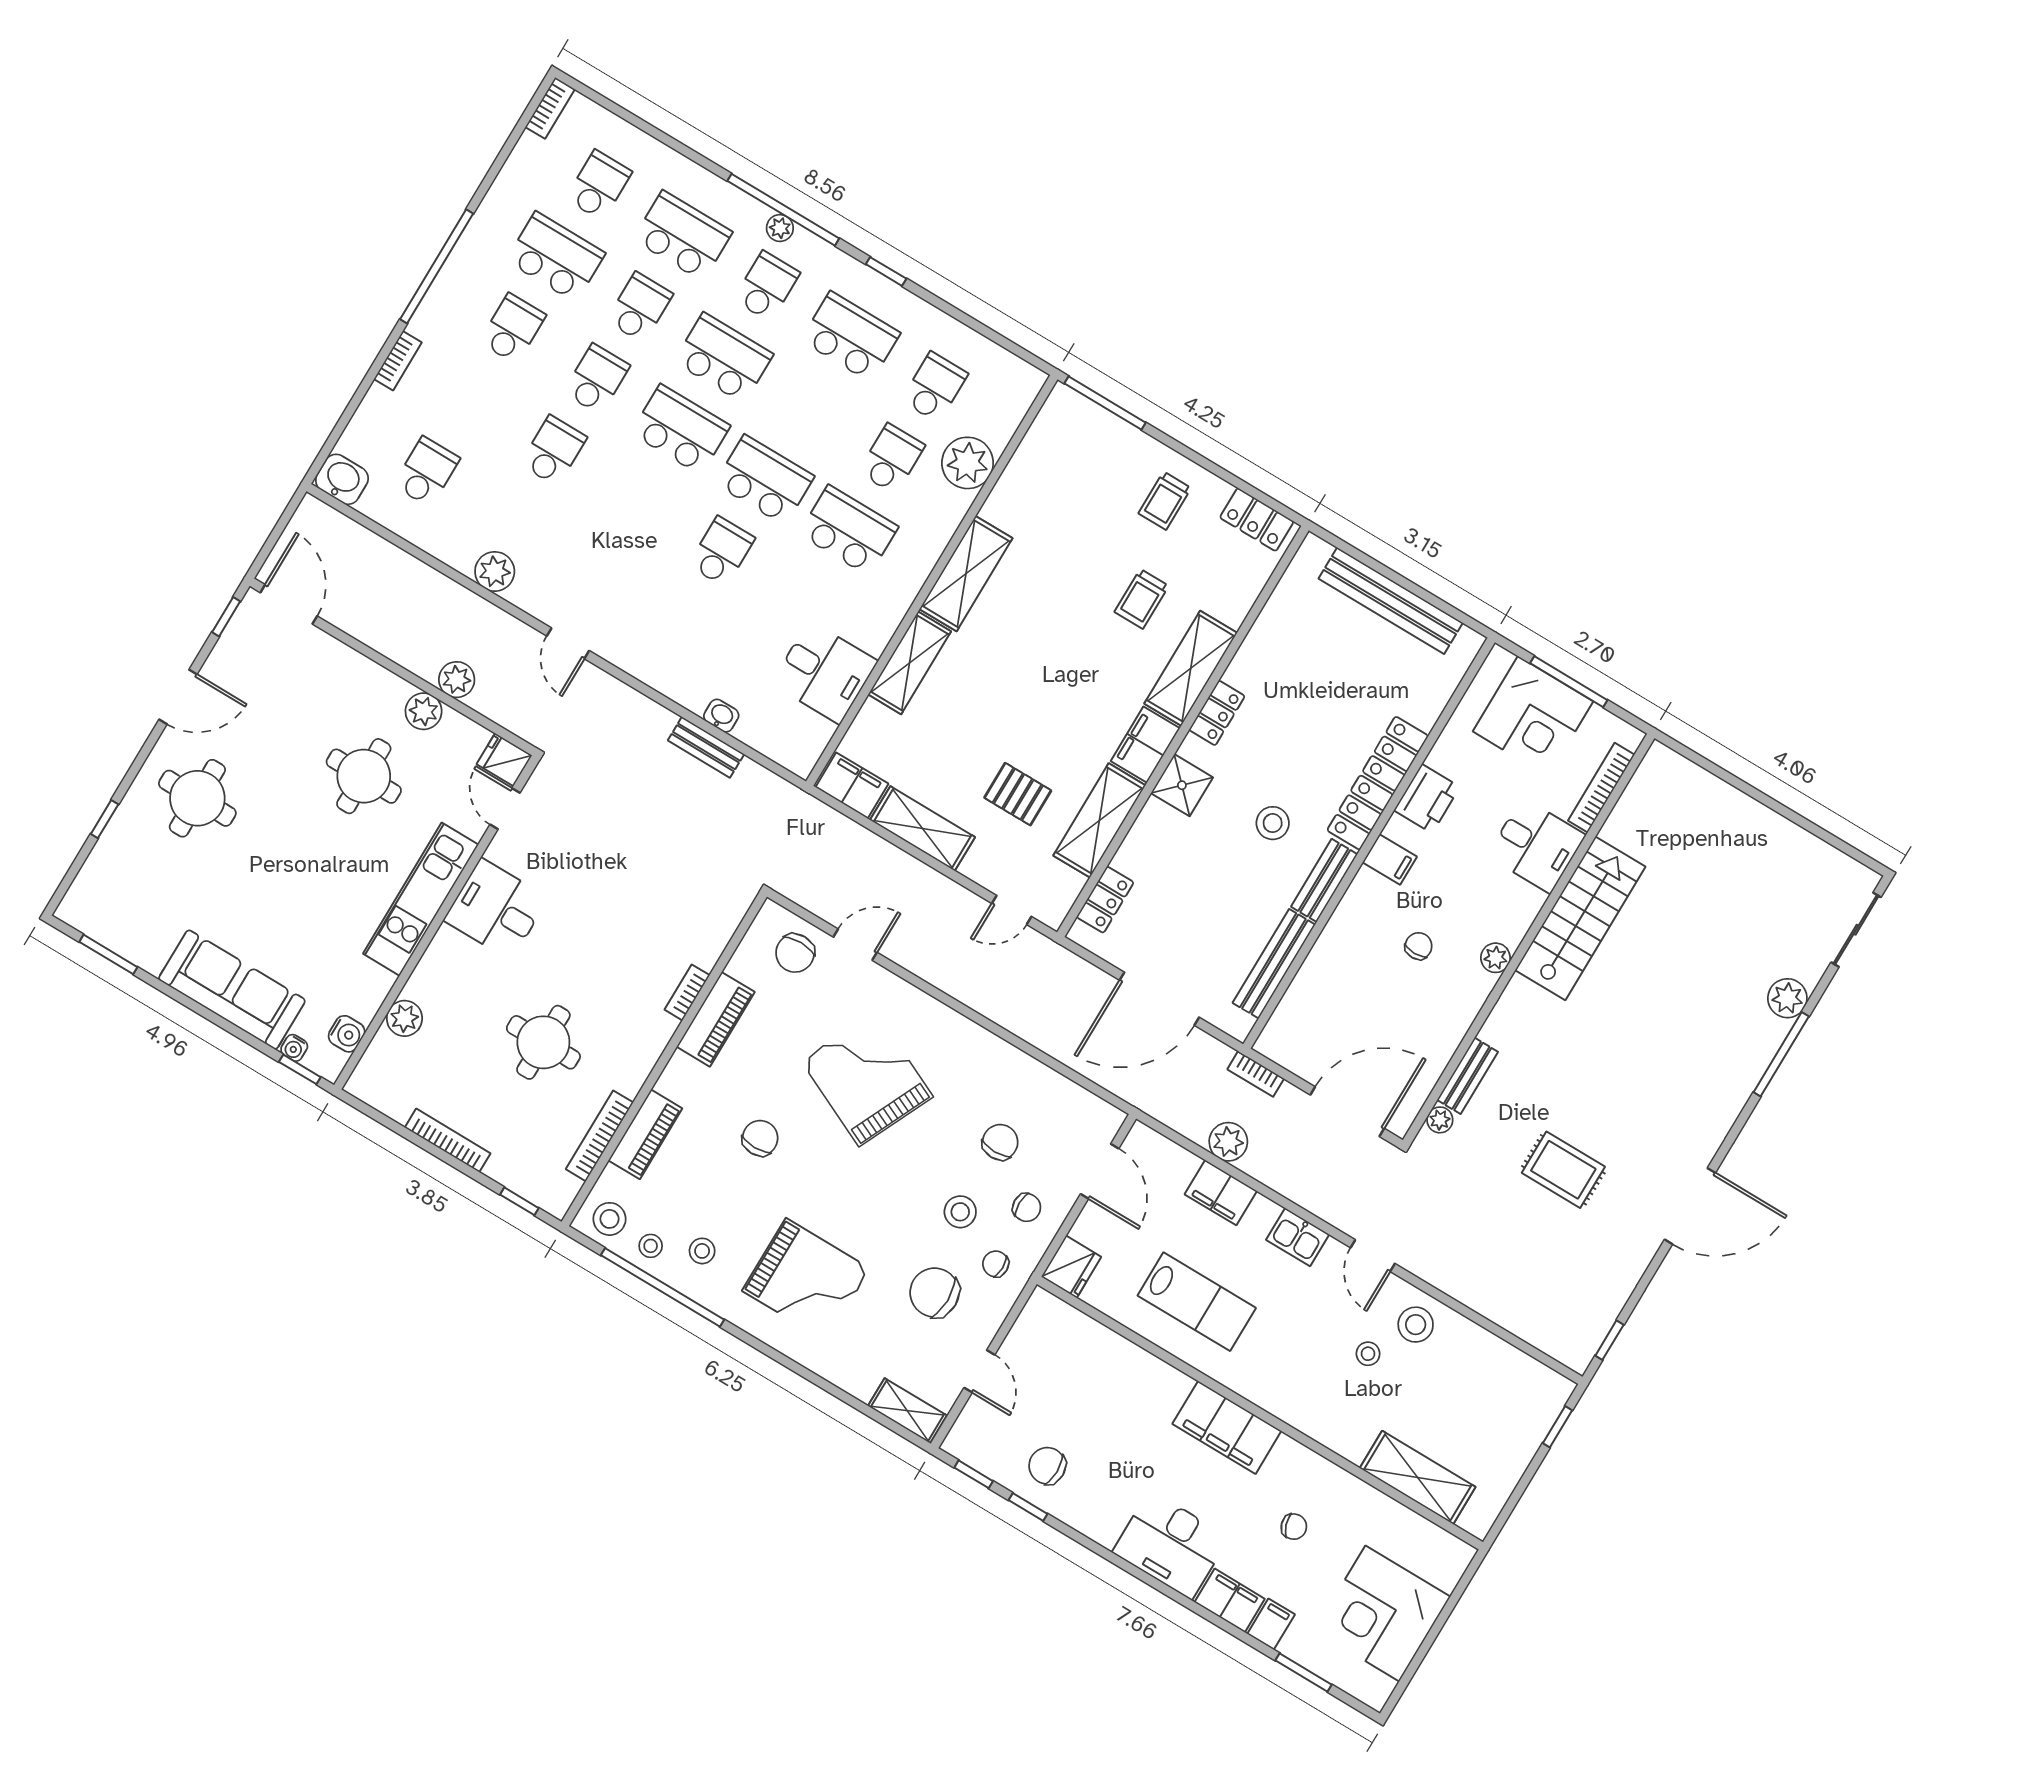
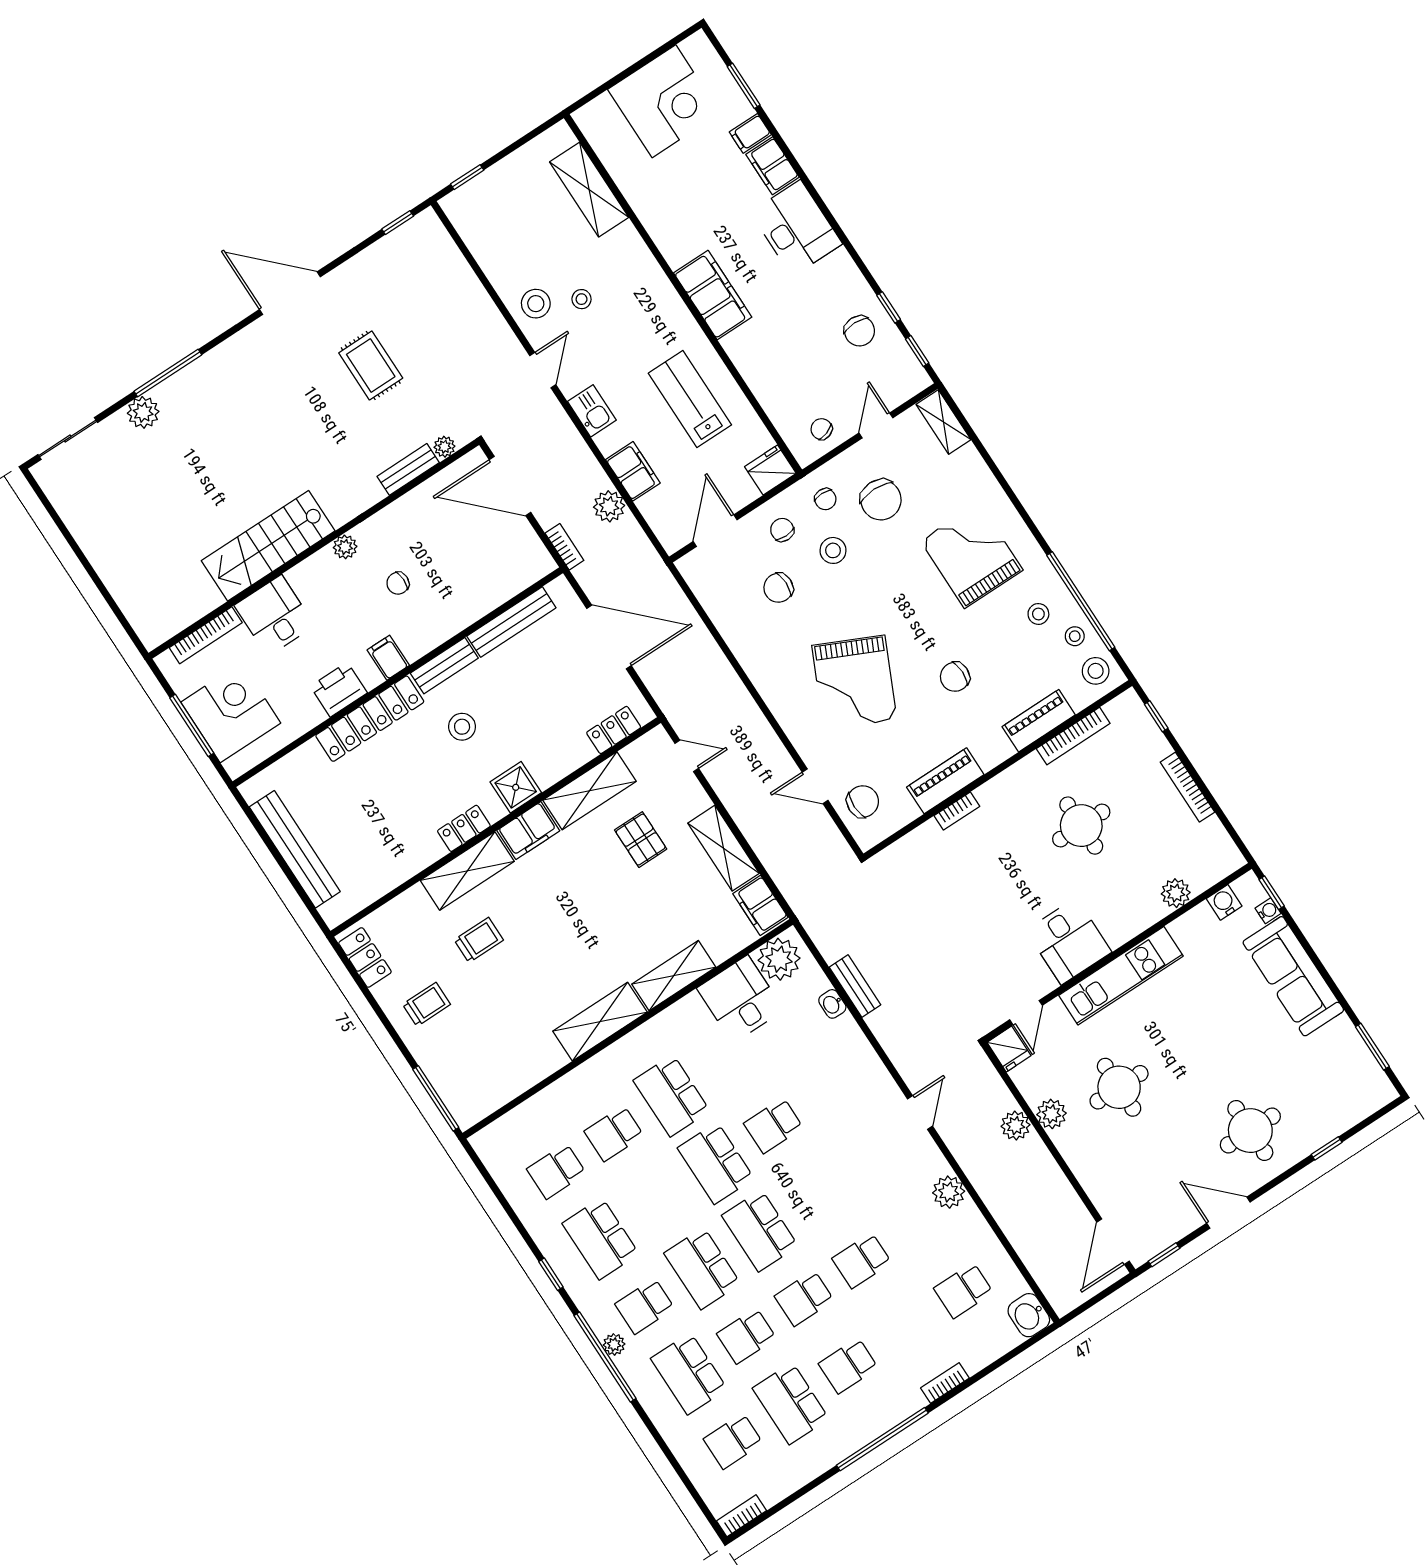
plant: (968, 463) -> (779, 959), moved
chair: (1294, 1527) -> (821, 429), moved

